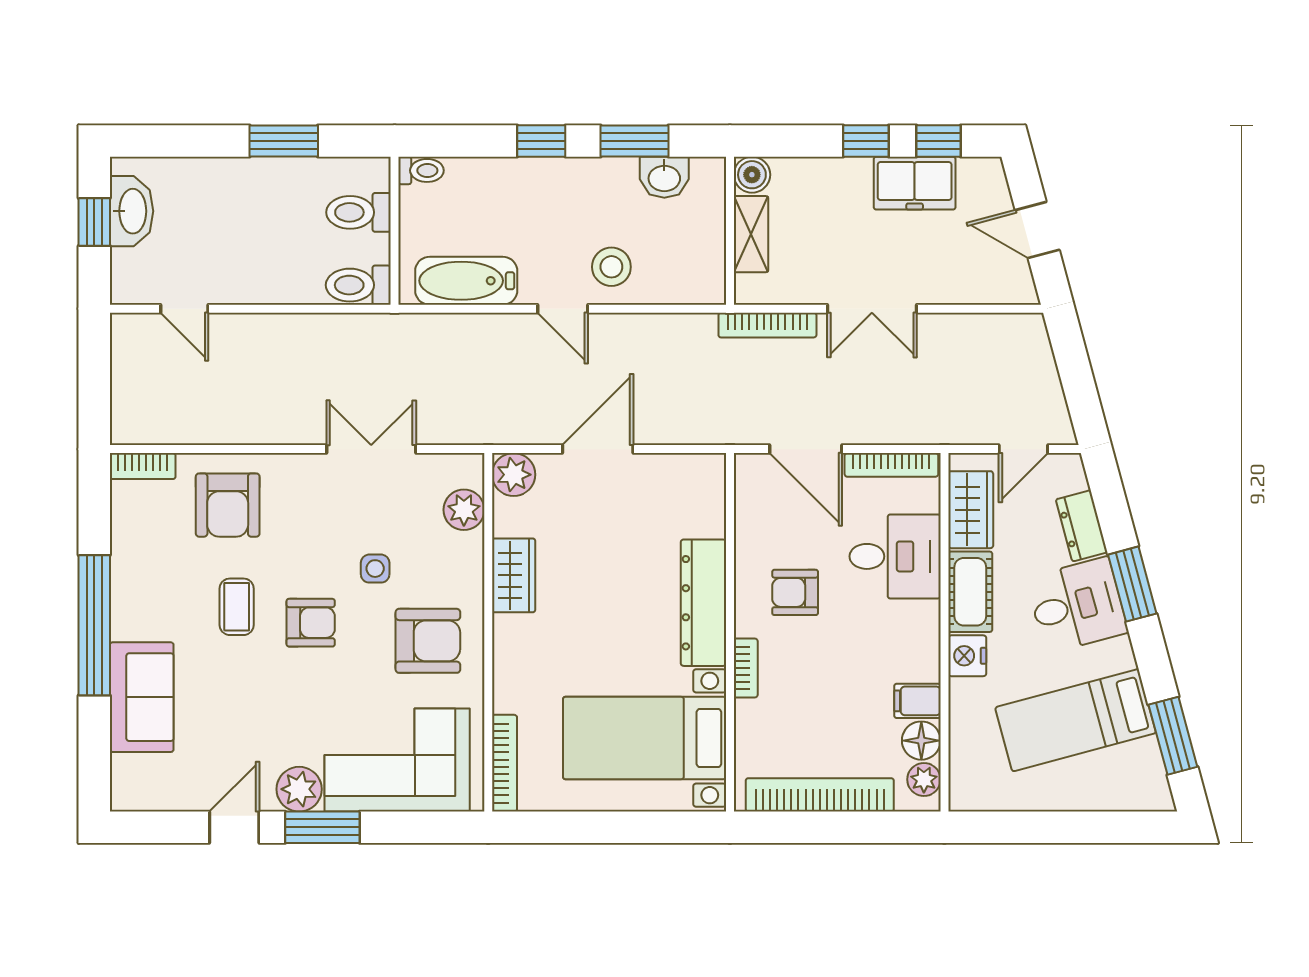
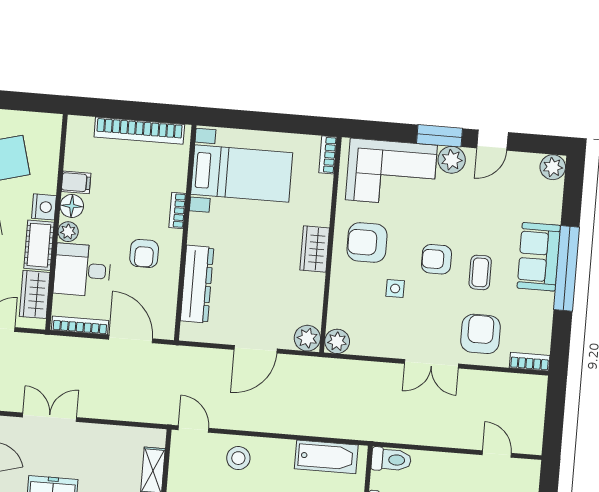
door: (563, 309) -> (193, 429), moved
double door: (872, 309) -> (50, 417), moved
bookcase: (767, 325) -> (148, 415), removed
double door: (371, 449) -> (431, 364), moved
plant: (464, 510) -> (337, 341), moved
wardrobe: (514, 575) -> (315, 249), moved
armchair: (795, 592) -> (144, 253), turned 90
dresser: (703, 603) -> (197, 284), moved
sofa: (142, 697) -> (539, 257), moved
floor lamp: (921, 741) -> (72, 206), moved
bookcase: (504, 763) -> (328, 155), width x0.64
plant: (924, 779) -> (68, 232), moved
plant: (131, 791) -> (553, 167), added

